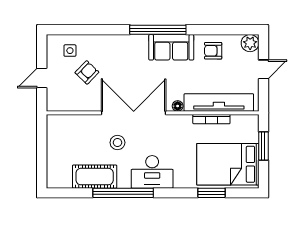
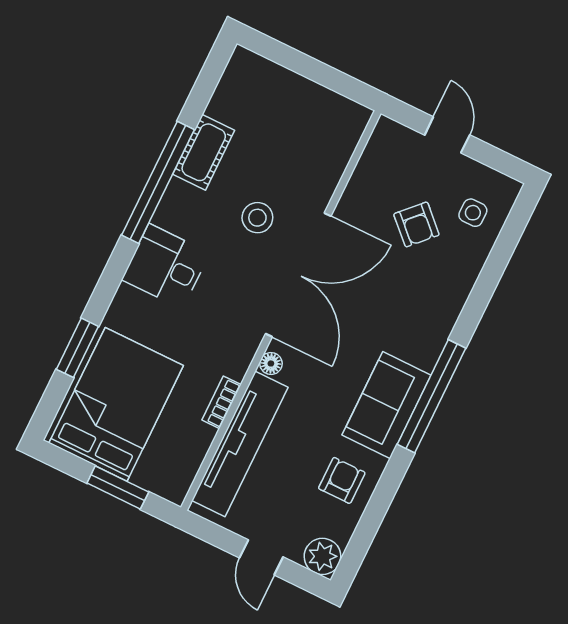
bookcase: (211, 119) -> (222, 402), width x0.64
desk: (152, 172) -> (166, 266), width x0.73
cot: (95, 177) -> (204, 152), width x0.73, depth x0.75

